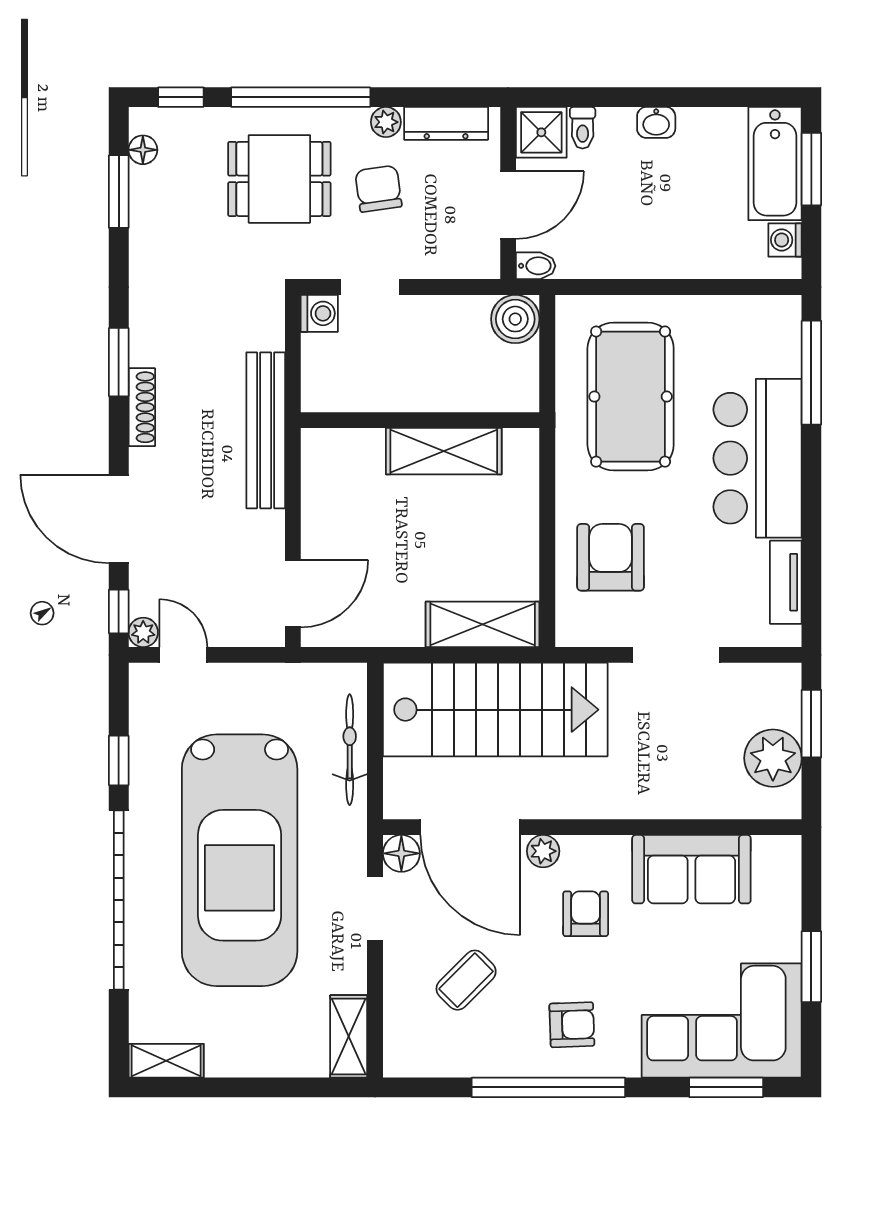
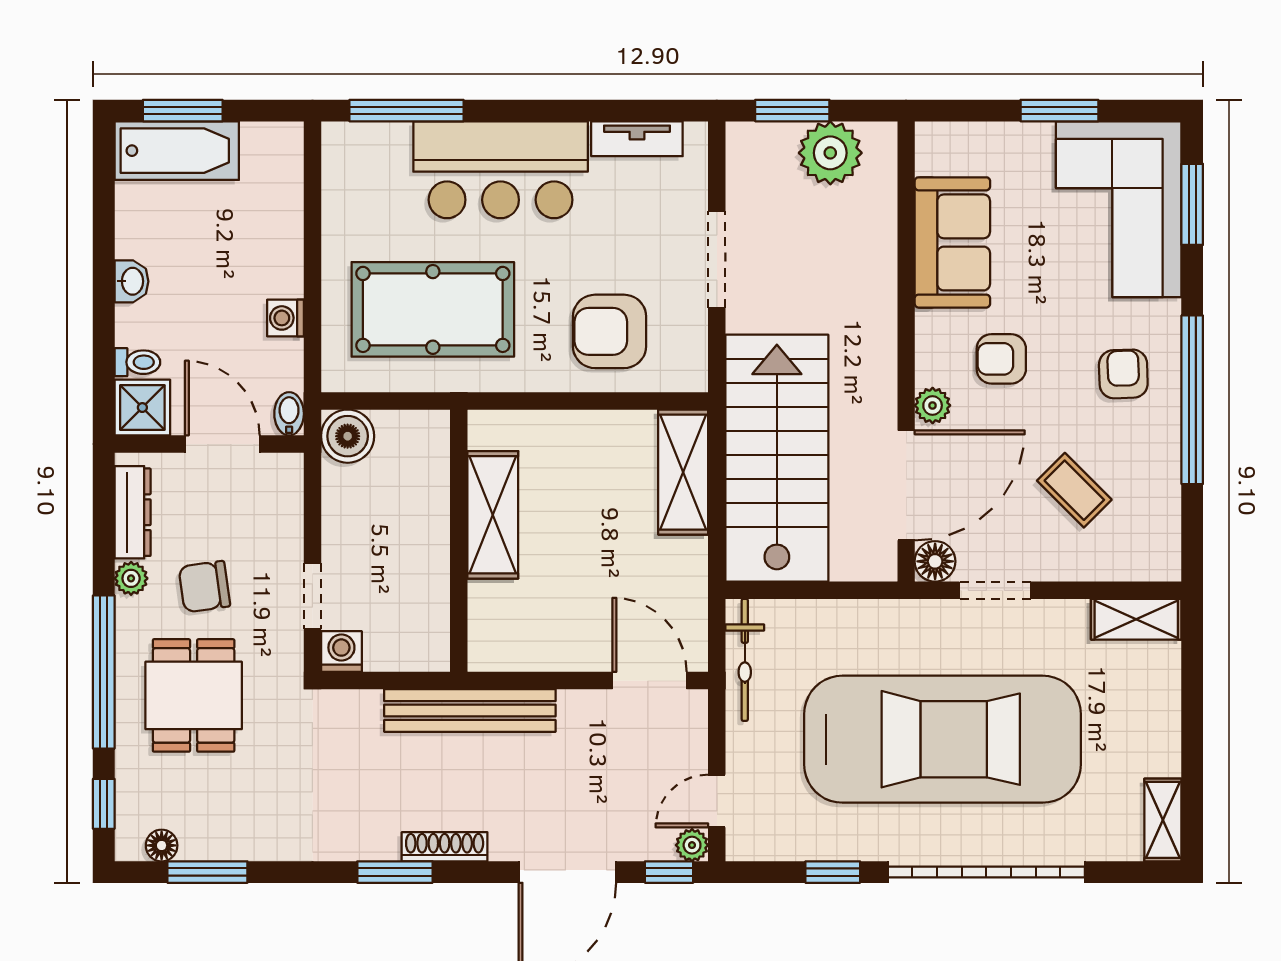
washing machine: (785, 240) -> (285, 318), moved, turned 90
bicycle: (350, 750) -> (745, 660), moved, turned -90

